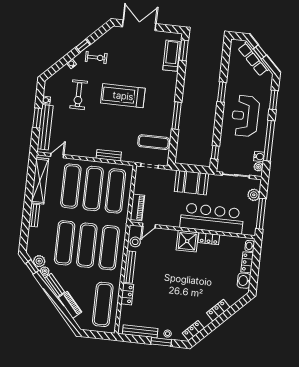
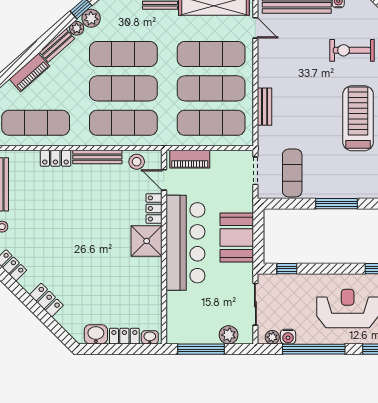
bar counter: (212, 218) -> (185, 243), moved
locker: (209, 239) -> (154, 208), moved

